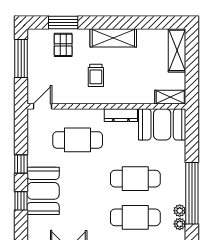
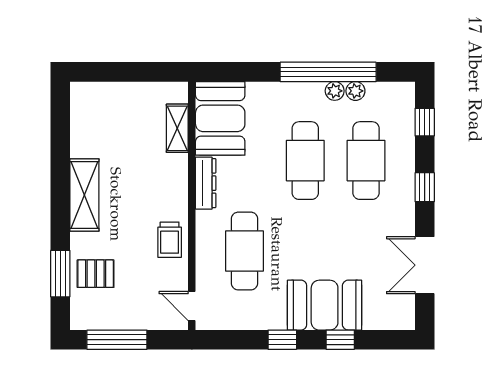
shelving: (177, 50) -> (104, 95), removed
trolley: (96, 75) -> (170, 240), moved, turned 90
shelving: (170, 97) -> (177, 128), moved
plant: (180, 224) -> (335, 91), moved

